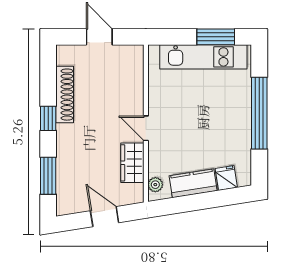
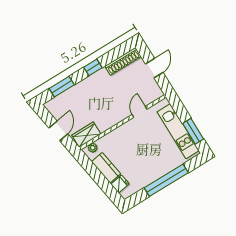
shoe rack: (65, 95) -> (123, 61), moved
door: (146, 128) -> (140, 112), moved
wardrobe: (132, 163) -> (86, 135), moved

